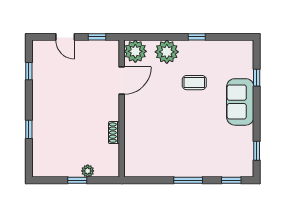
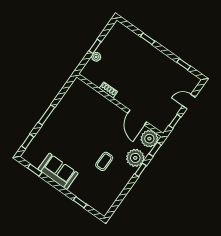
window: (142, 37) -> (155, 149), added
window: (197, 37) -> (140, 170), moved
sofa: (240, 102) -> (58, 171), moved

